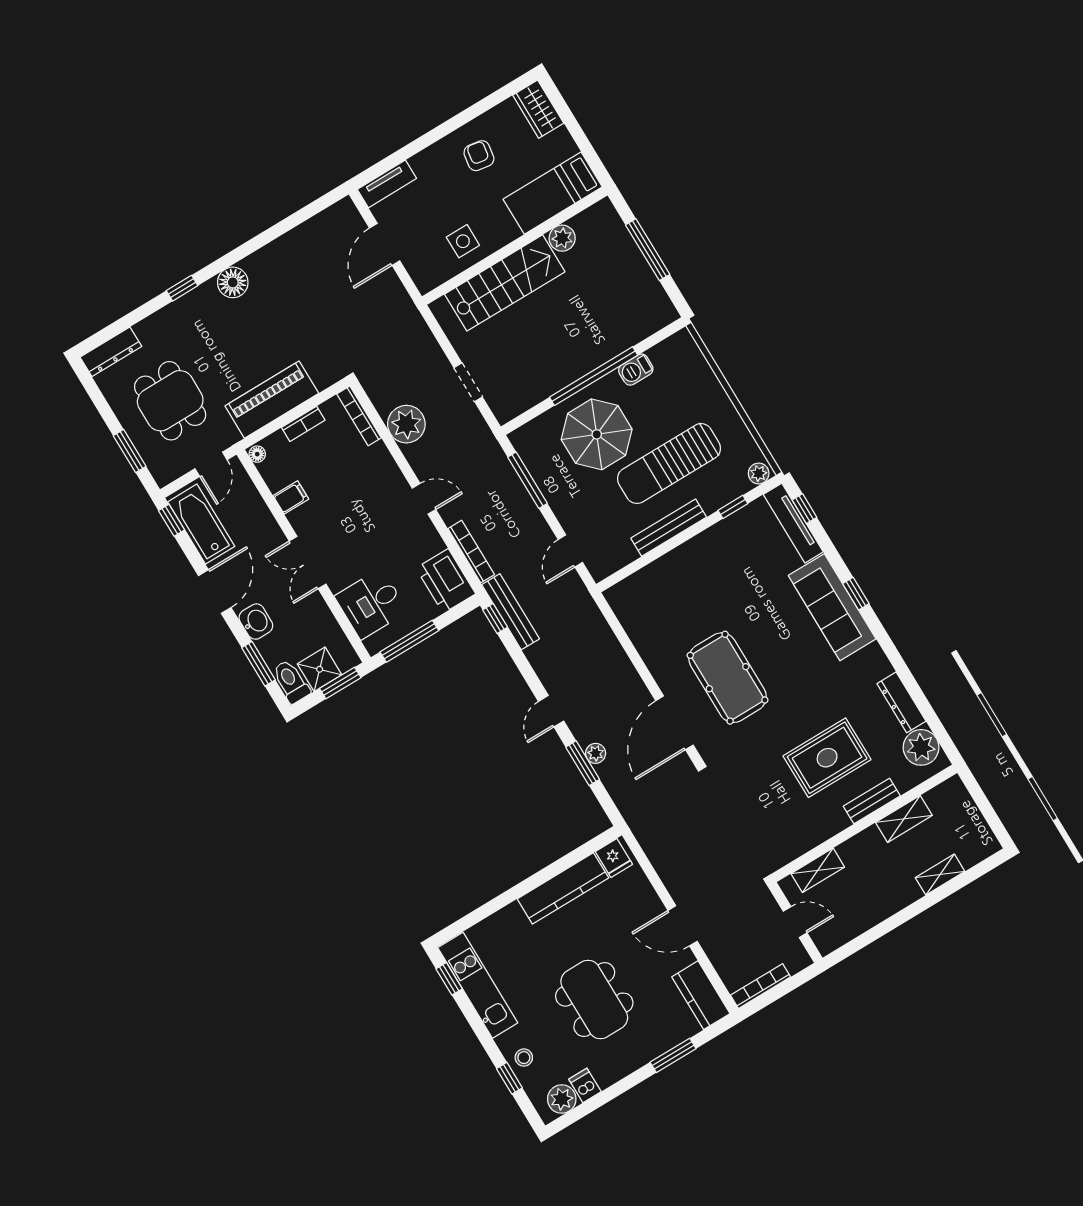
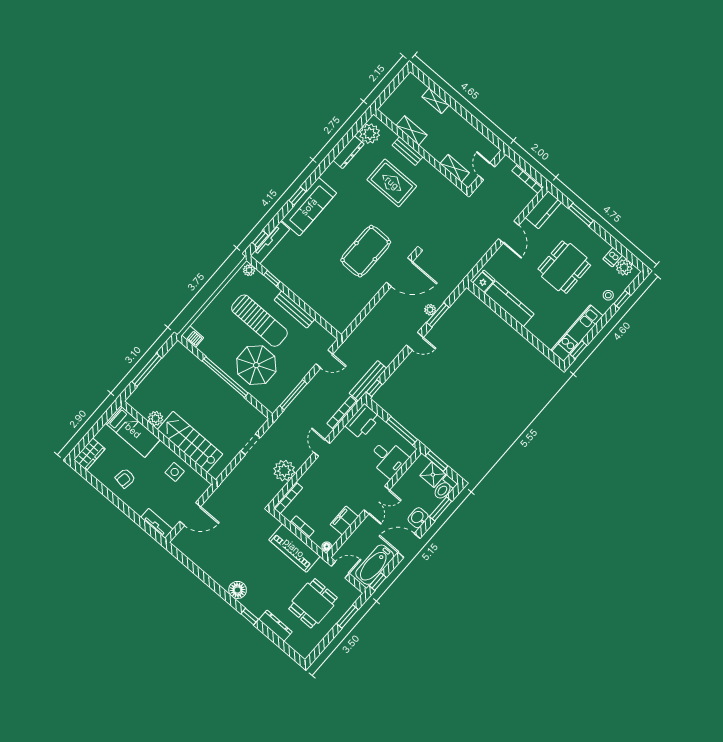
dresser: (111, 352) -> (275, 626), moved
barbecue: (636, 370) -> (193, 337), moved
filing cabinet: (291, 497) -> (344, 521), width x2.00

